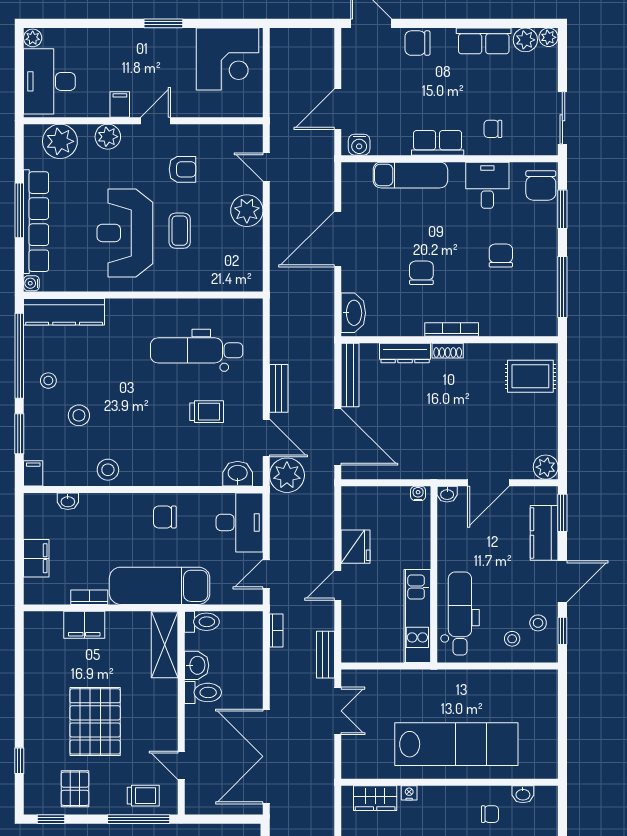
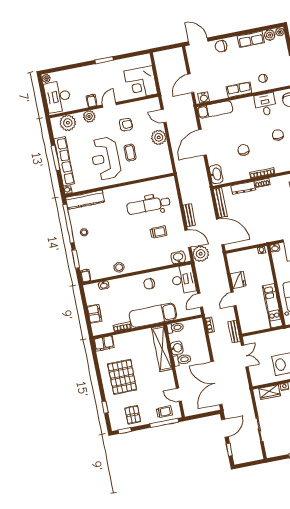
corner desk: (227, 59) -> (141, 82), moved, turned 90
exam couch: (410, 175) -> (215, 110), moved
stool: (79, 415) -> (101, 245), removed
filing cabinet: (84, 625) -> (104, 343), moved
shelving: (165, 645) -> (162, 349), width x1.47
pallet: (95, 721) -> (122, 377), moved

